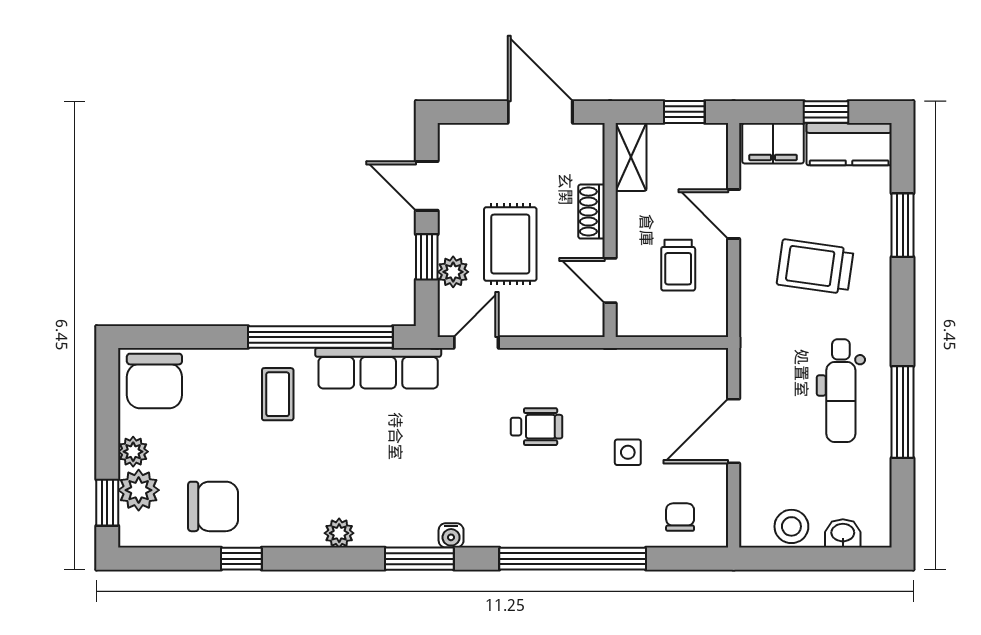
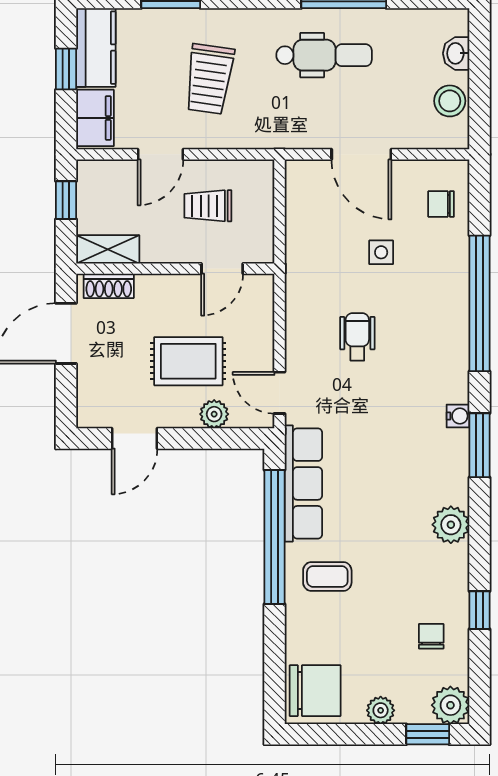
shoe rack: (592, 212) -> (109, 286), moved
window: (427, 257) -> (200, 438), removed
trolley: (678, 265) -> (208, 206), turned 180
plant: (139, 490) -> (450, 705), moved
chair: (213, 506) -> (431, 636), width x0.54, depth x0.54
plant: (339, 533) -> (451, 525), width x1.38, depth x1.38

